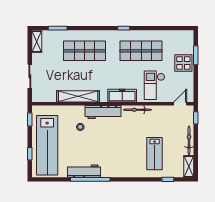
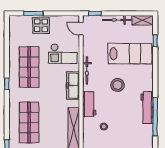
workbench: (103, 112) -> (89, 104), width x0.73
stool: (123, 141) -> (118, 85), added
lab bench: (155, 154) -> (130, 54), width x1.36, depth x1.39
workbench: (84, 171) -> (147, 108), moved

